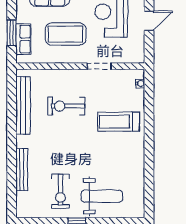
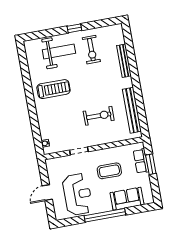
coffee table: (66, 34) -> (109, 171), width x0.73, depth x0.76
treadmill: (118, 122) -> (53, 89), moved
exercise bike: (60, 191) -> (91, 50), turned 180
weight bench: (102, 196) -> (59, 52), turned 180

